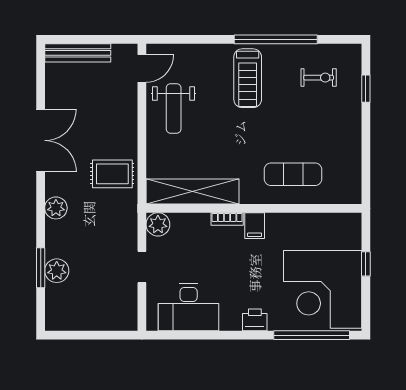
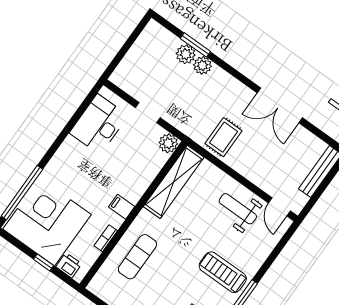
plant: (56, 208) -> (203, 65), moved
bookcase: (227, 219) -> (106, 238), moved
printer: (255, 320) -> (69, 265), moved, turned -90

